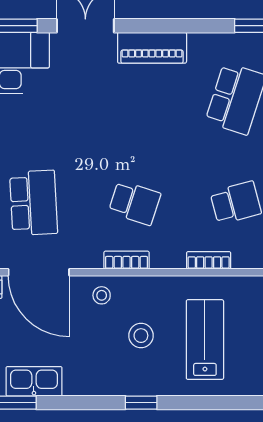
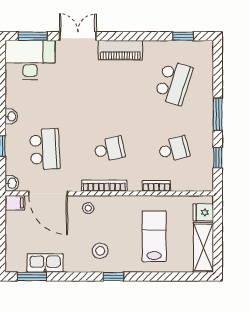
school desk: (135, 203) -> (109, 149), turned -30
bookcase: (127, 260) -> (104, 186), width x1.56
stool: (141, 336) -> (100, 251), moved

